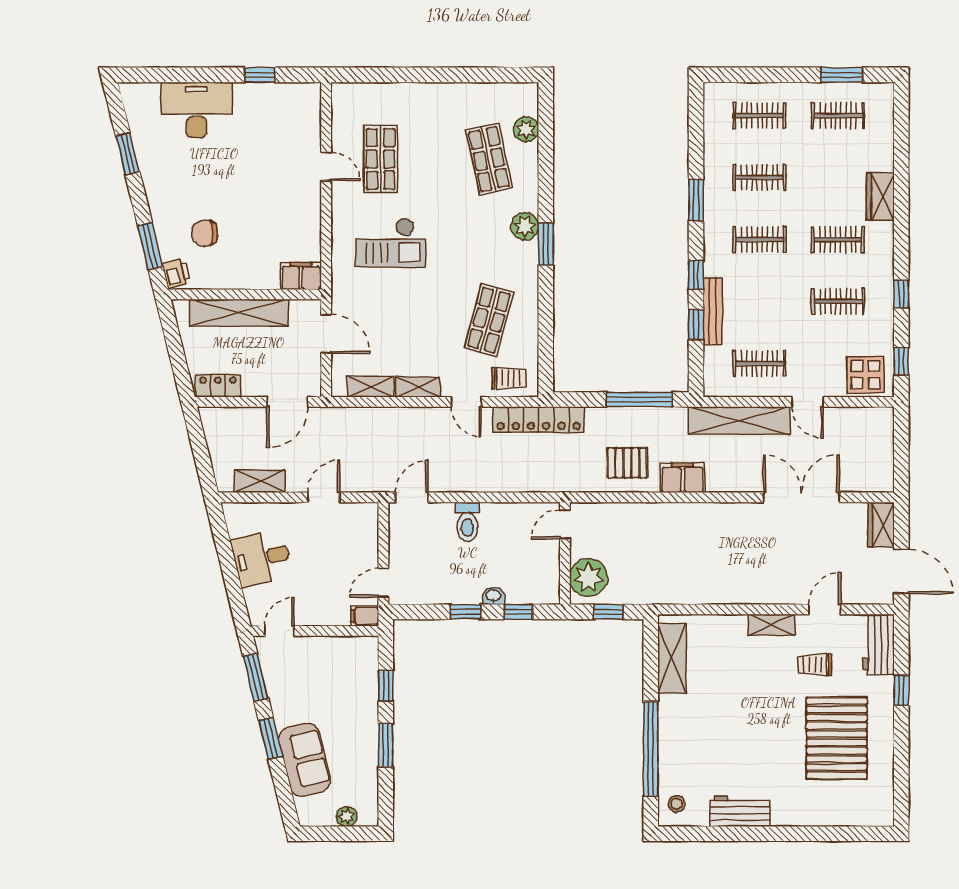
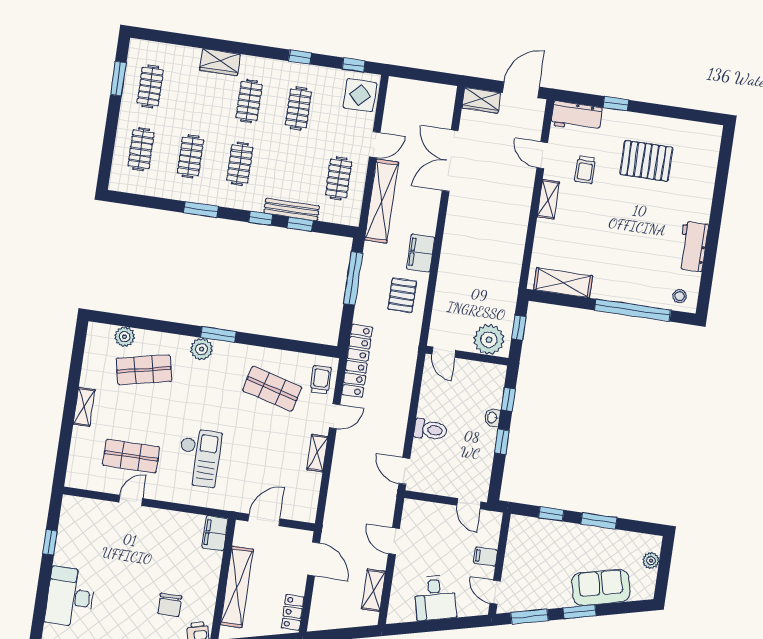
shelving: (371, 387) -> (84, 407), moved
filing cabinet: (365, 616) -> (485, 557), moved, turned 90
pallet: (837, 738) -> (646, 161), width x0.73, depth x0.71

